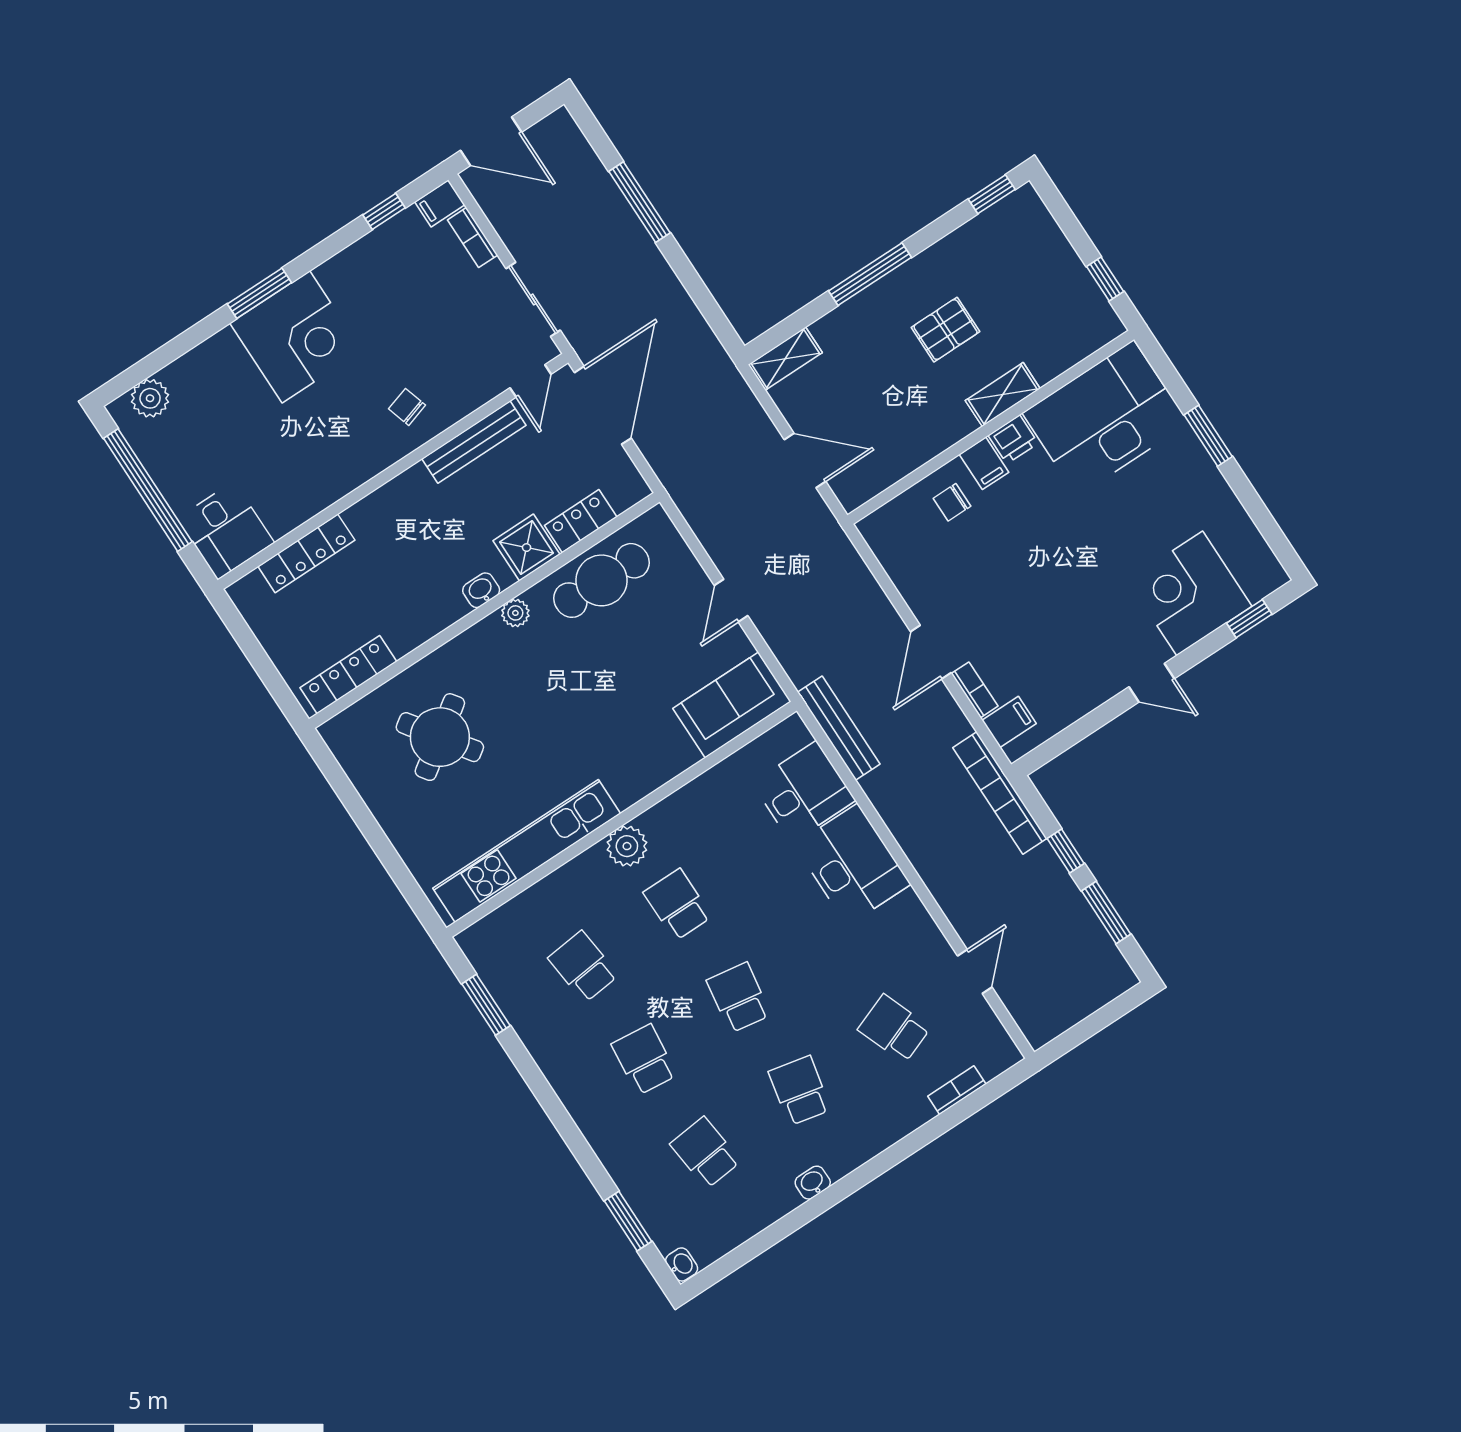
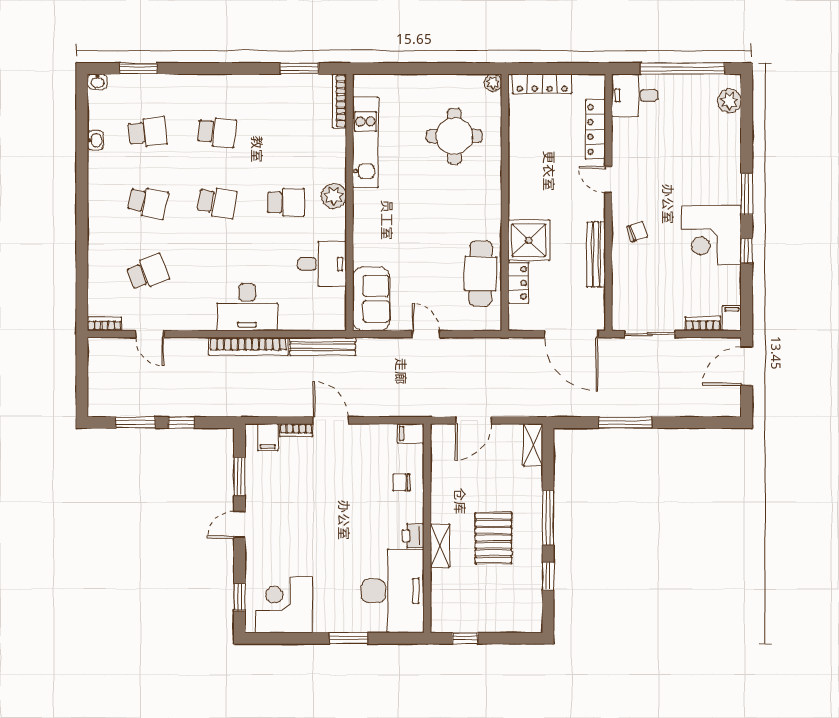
window: (992, 194) -> (548, 576), moved
window: (639, 202) -> (625, 422), moved
window: (384, 211) -> (747, 251), moved
pallet: (946, 330) -> (493, 538), width x1.50, depth x1.42
corner desk: (296, 337) -> (711, 235), moved
door: (530, 381) -> (608, 180), moved
filing cabinet: (984, 463) -> (411, 433), moved
chair: (952, 502) -> (401, 482), turned -90
shower: (527, 548) -> (529, 240), width x1.36, depth x1.36
washbasin: (481, 590) -> (517, 208), removed
corner desk: (1190, 593) -> (284, 605), moved, turned -90
plant: (515, 613) -> (493, 83), moved
locker: (348, 675) -> (542, 84), moved, turned 90
window: (1087, 725) -> (239, 476), added
round table: (440, 737) -> (454, 136), turned 35
desk: (804, 792) -> (322, 264), moved, turned -90
bookcase: (1000, 793) -> (248, 346), moved, turned 180
kitchen unit: (527, 851) -> (365, 142), width x0.73
bookcase: (494, 922) -> (339, 101), added
school desk: (583, 967) -> (286, 132), removed
bookcase: (957, 1090) -> (105, 324), moved, turned -90
washbasin: (813, 1183) -> (95, 140), moved

